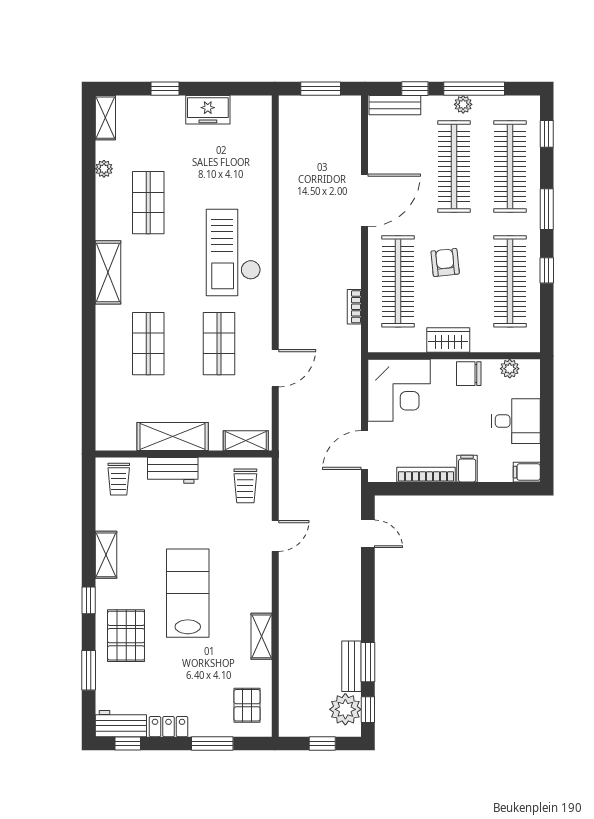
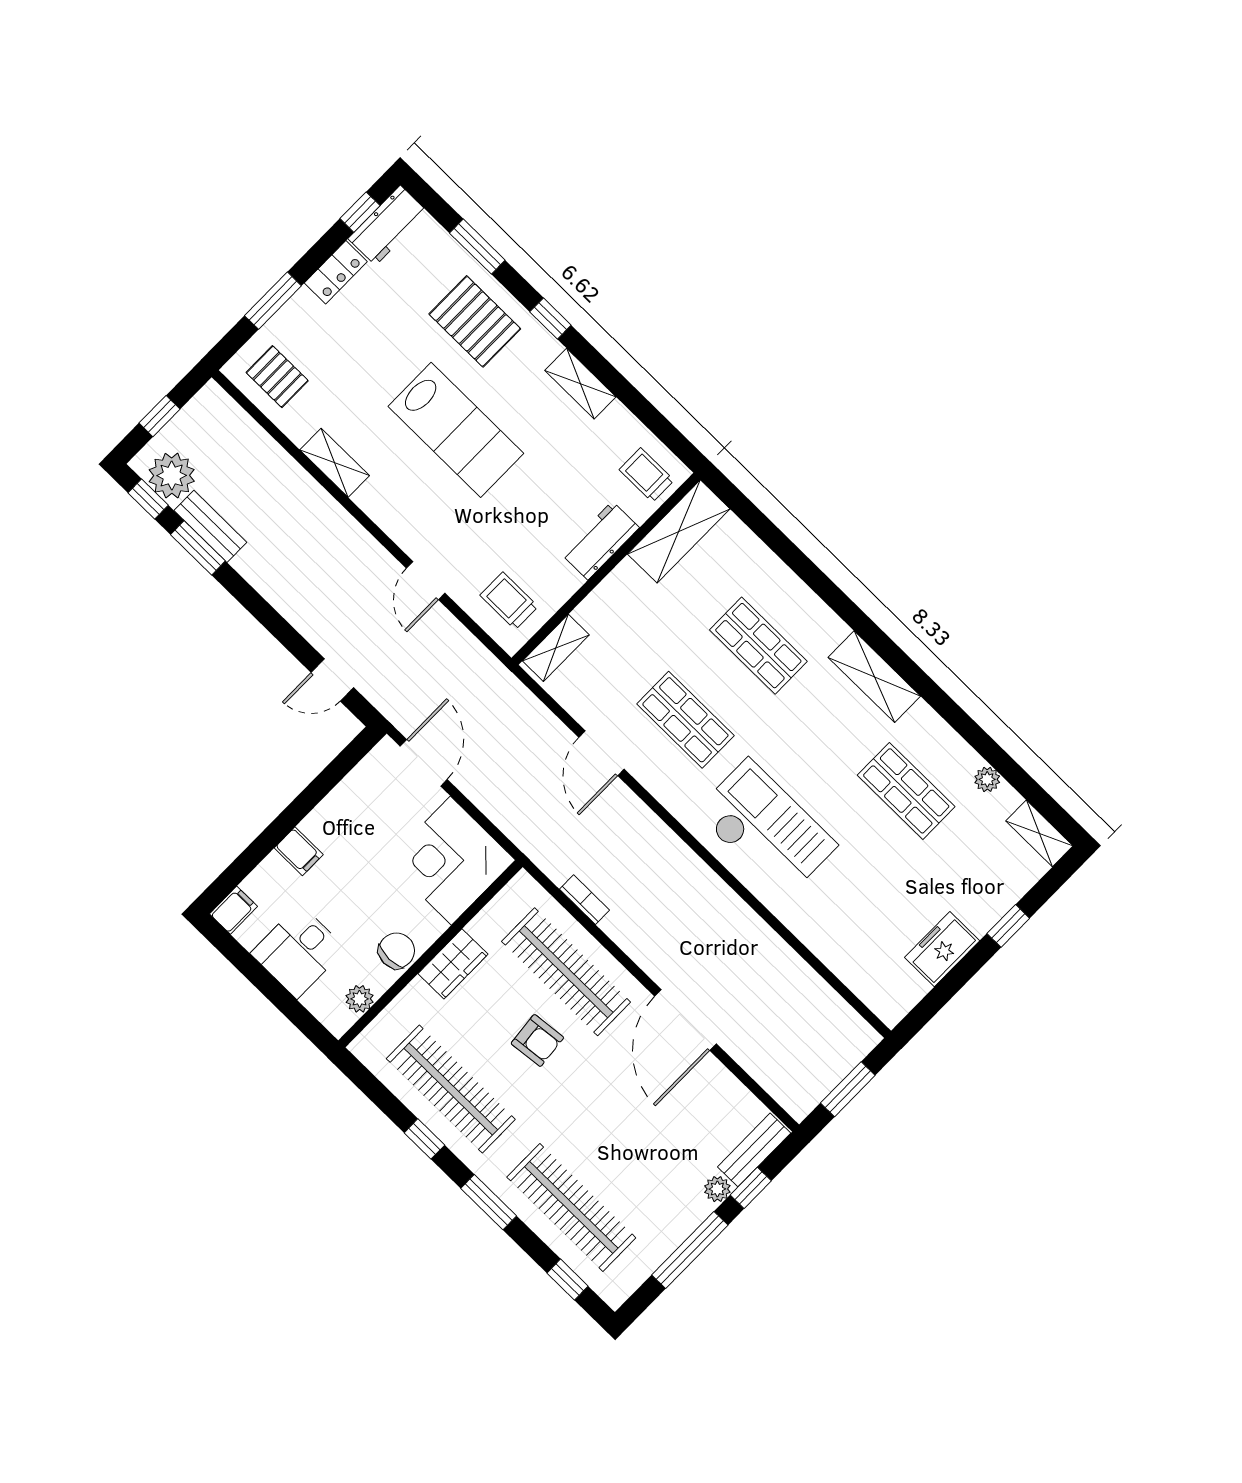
plant: (463, 104) -> (717, 1189), moved
clothes rail: (454, 166) -> (629, 1149), removed
shelving: (173, 437) -> (679, 531), moved
bookcase: (426, 475) -> (335, 802), removed

